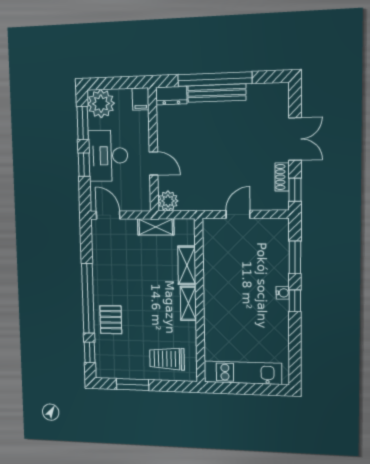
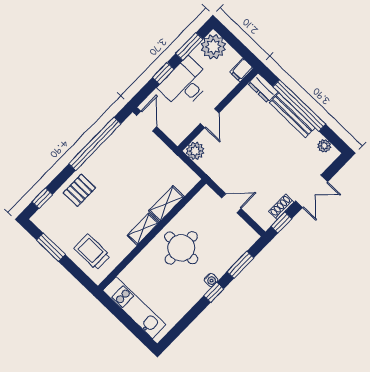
plant: (268, 91) -> (324, 146), added
shelving: (156, 227) -> (171, 159), removed
round table: (233, 290) -> (181, 248), added
window: (88, 298) -> (95, 144), moved

